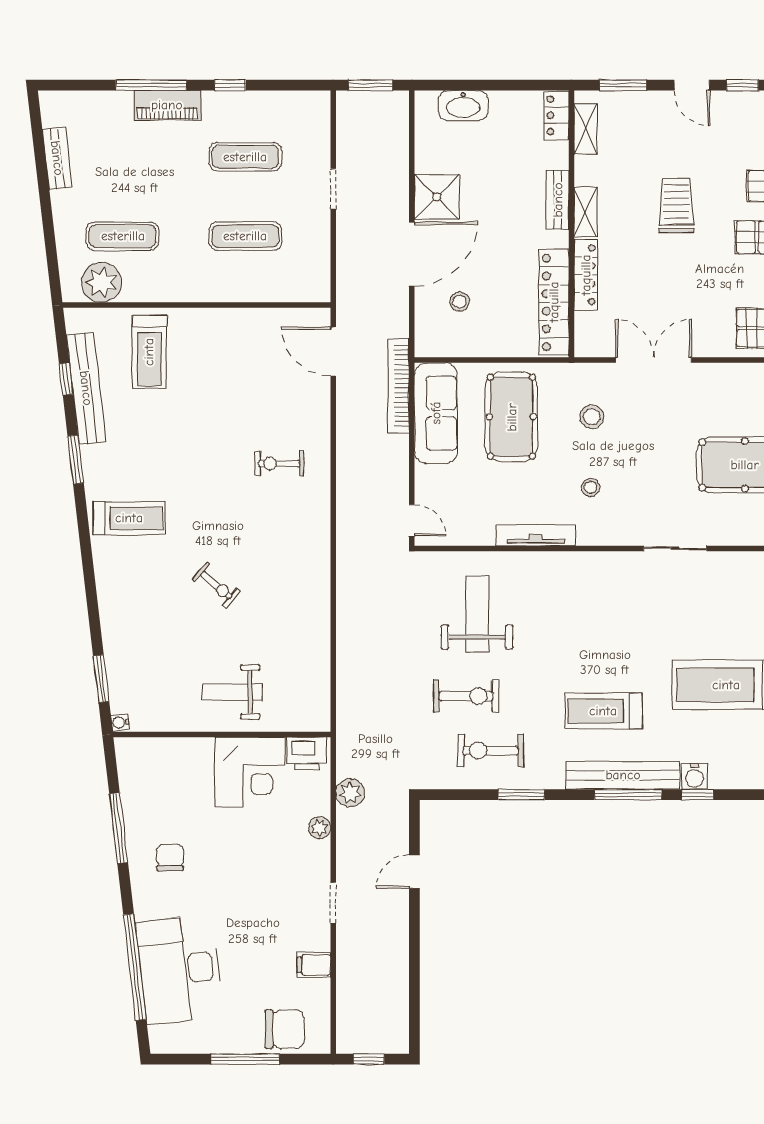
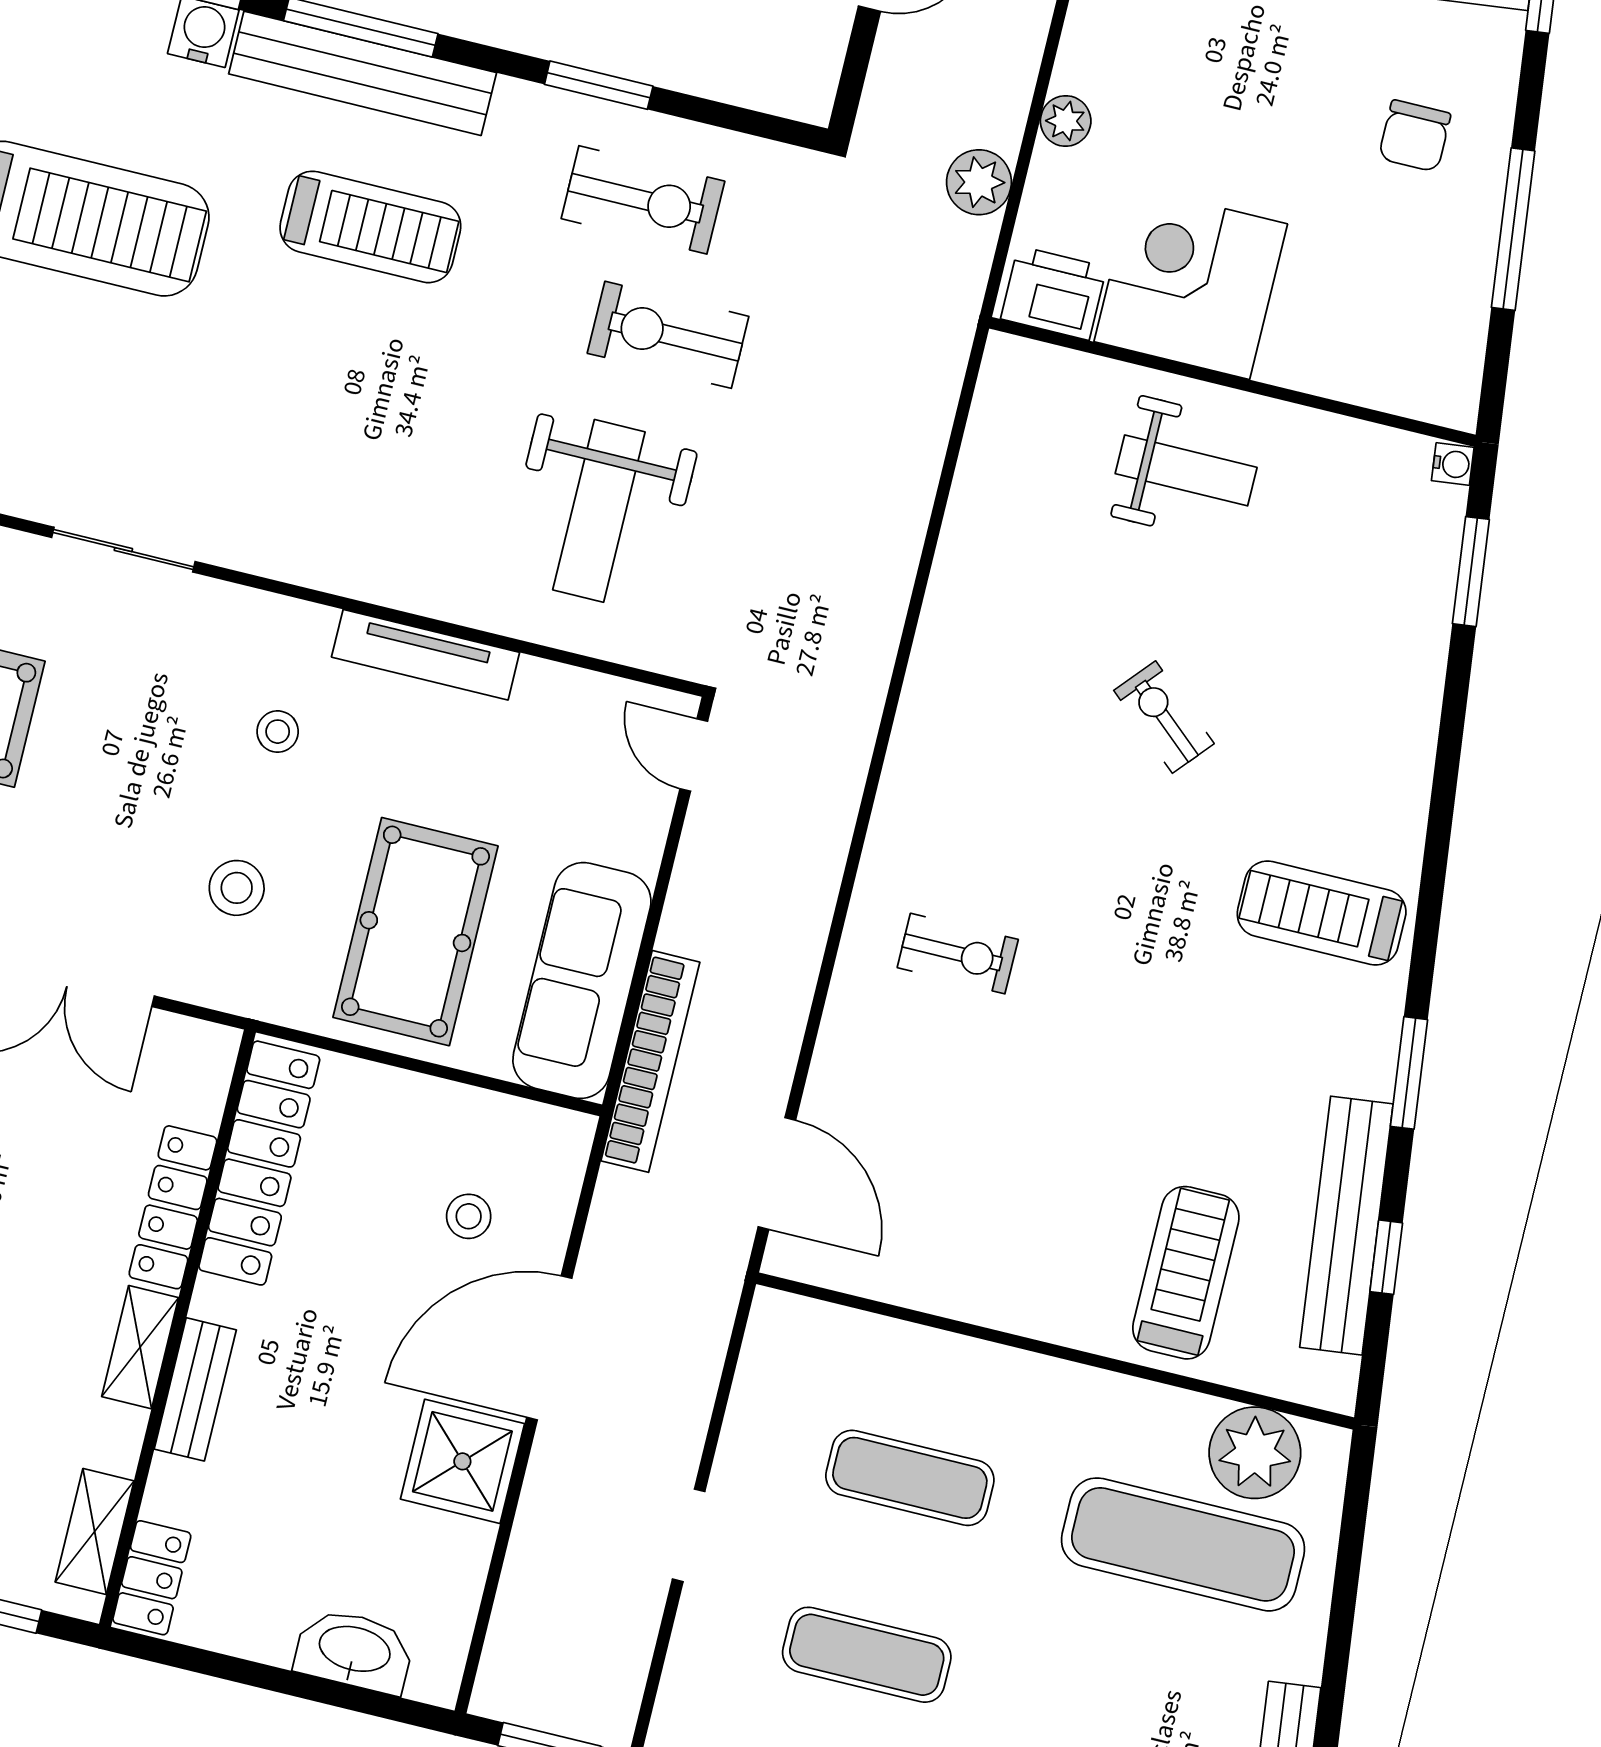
exercise mat: (123, 236) -> (1183, 1544), width x1.36, depth x1.45

